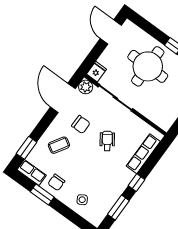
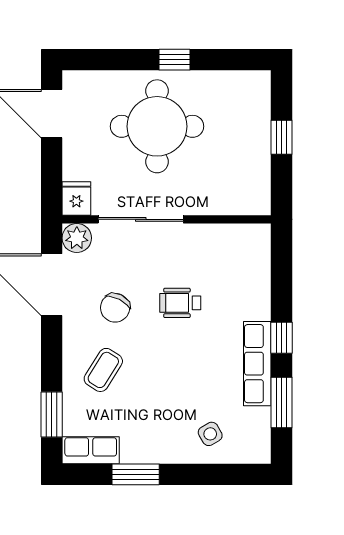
chair: (81, 125) -> (115, 308), turned 117
wheelchair: (107, 141) -> (180, 303), turned -55
row of seats: (143, 154) -> (257, 364), moved
chair: (56, 182) -> (145, 436), removed

